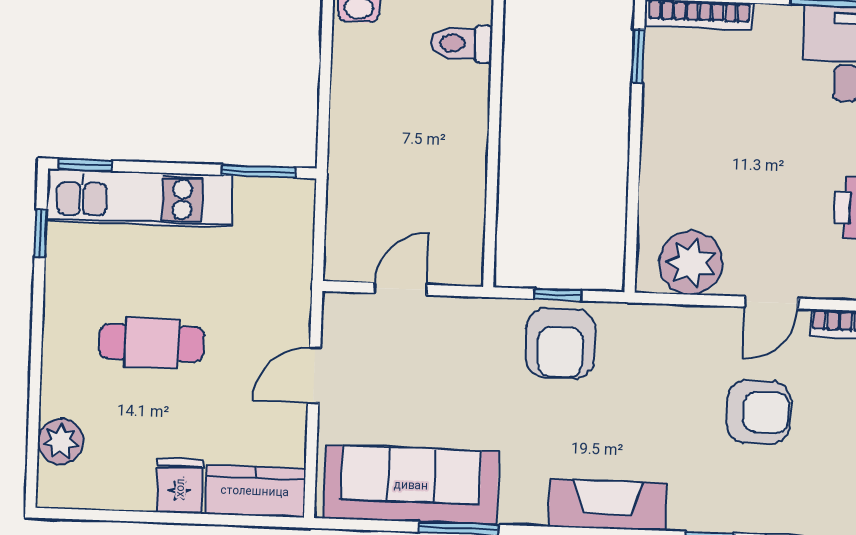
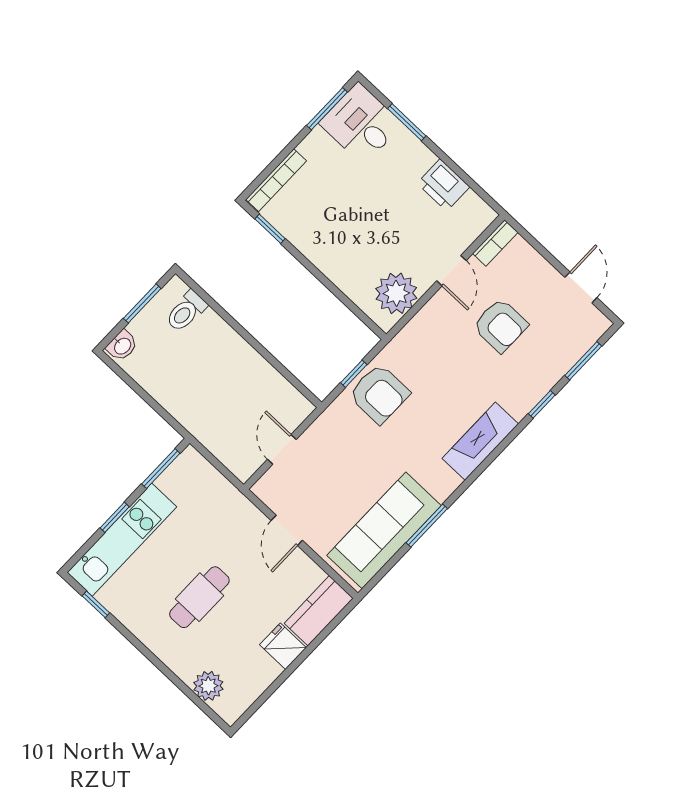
window: (85, 165) -> (115, 517), moved
armchair: (758, 412) -> (500, 325), turned 90

